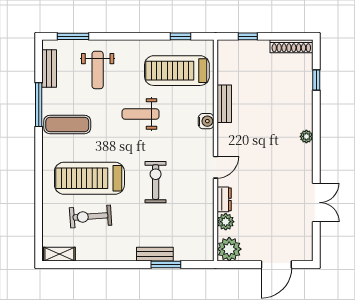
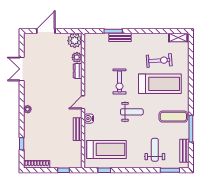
weight bench: (141, 114) -> (132, 112), moved
door: (215, 167) -> (83, 102), moved

